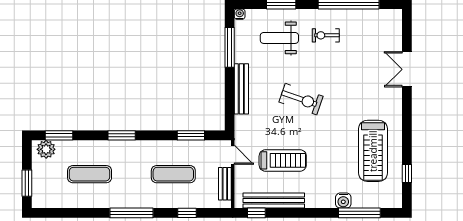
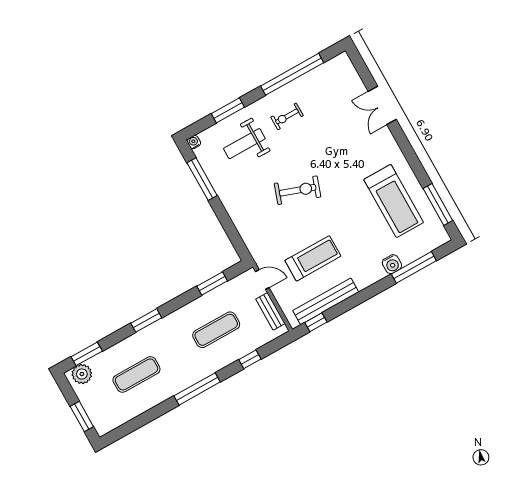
bench: (241, 89) -> (235, 212), removed
window: (407, 173) -> (438, 204), width x2.17

